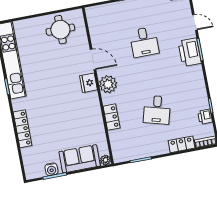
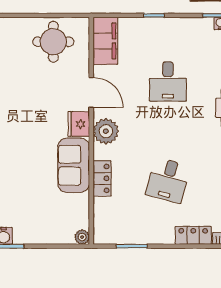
filing cabinet: (96, 22) -> (105, 41), added
sofa: (80, 159) -> (74, 165), moved, turned -90

